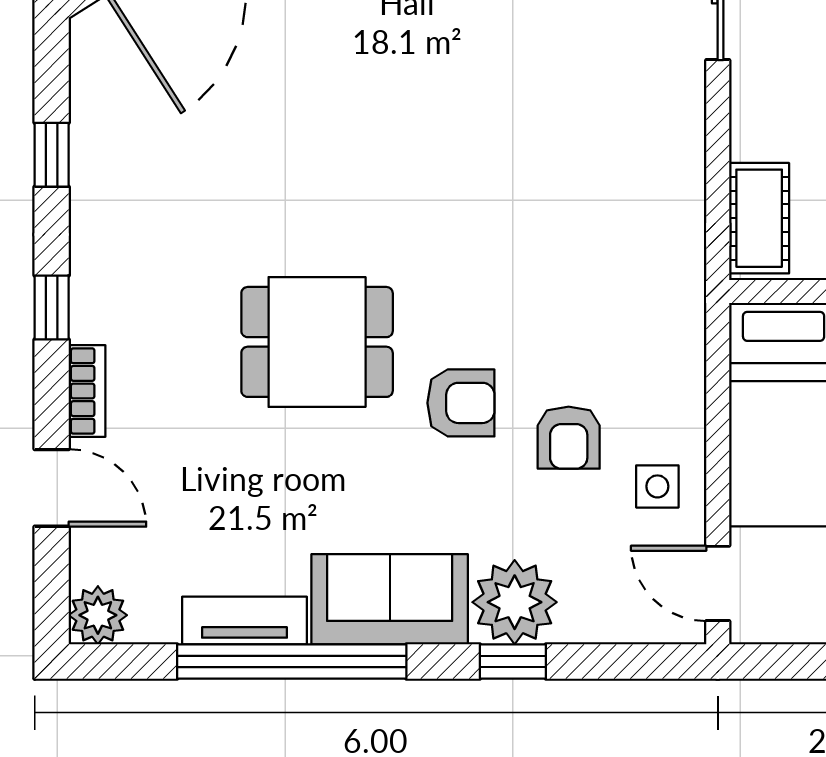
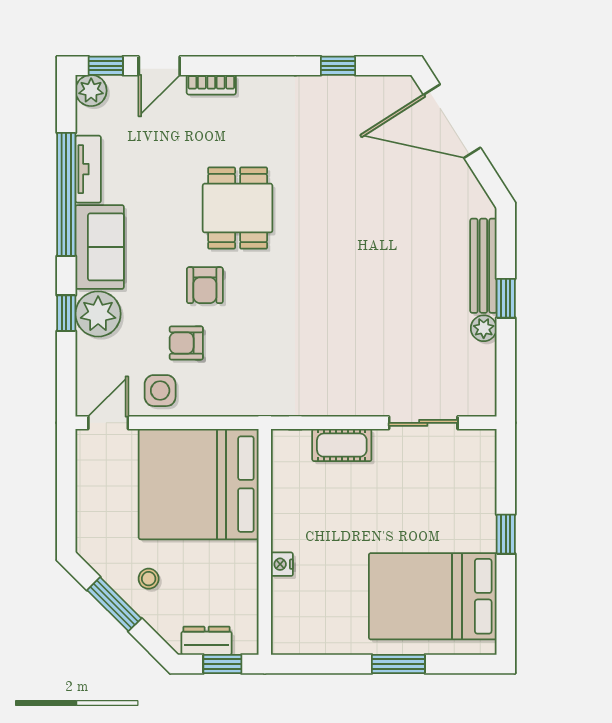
cot: (759, 218) -> (342, 445), moved
window: (52, 307) -> (106, 66), moved
side table: (657, 486) -> (160, 391), width x1.37, depth x1.37

